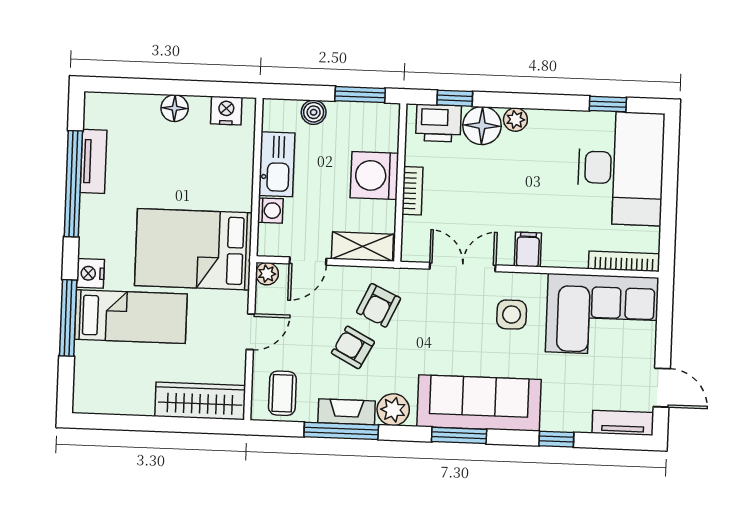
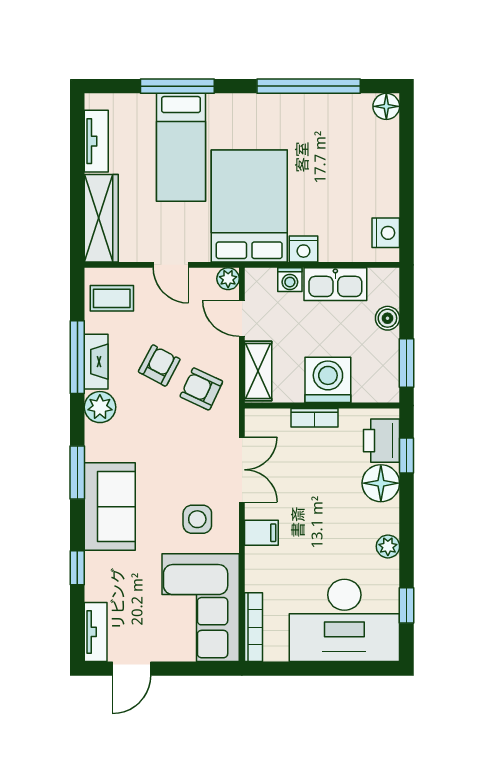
floor lamp: (175, 108) -> (386, 106), moved
plant: (515, 120) -> (388, 546), moved
tv unit: (94, 161) -> (96, 141), moved, turned -90
nightstand: (90, 273) -> (303, 249), moved, turned 180
sofa: (479, 403) -> (110, 507), width x0.73

